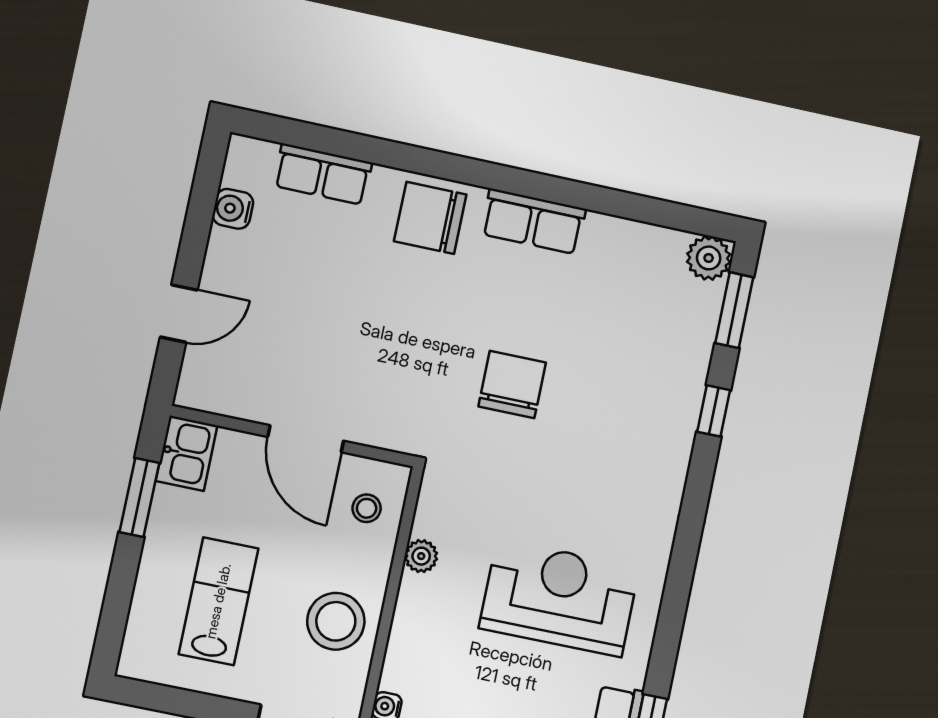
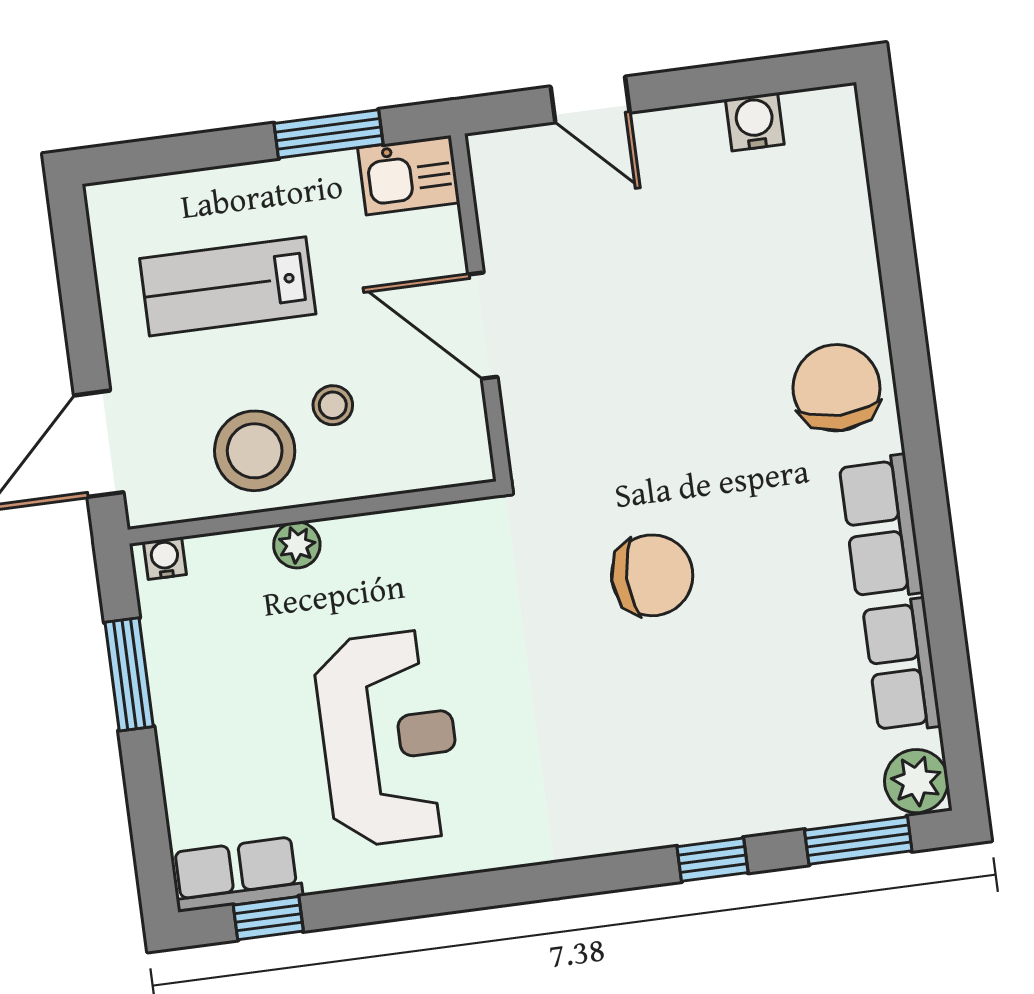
row of seats: (323, 174) -> (902, 666), moved
door: (306, 439) -> (483, 326), hinge flipped
stool: (367, 508) -> (333, 405), moved
plant: (421, 556) -> (297, 545), moved
lab bench: (218, 601) -> (228, 286), turned 180

